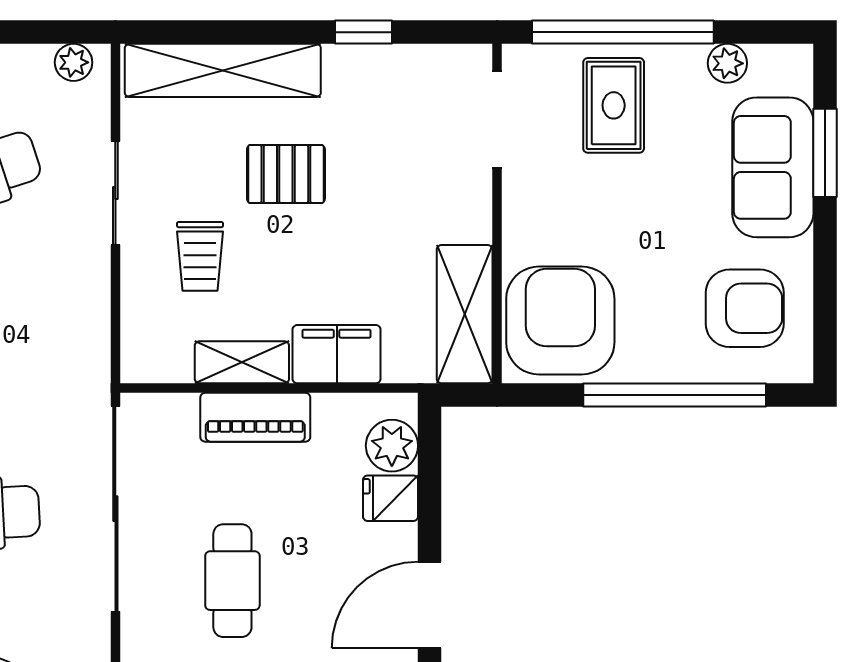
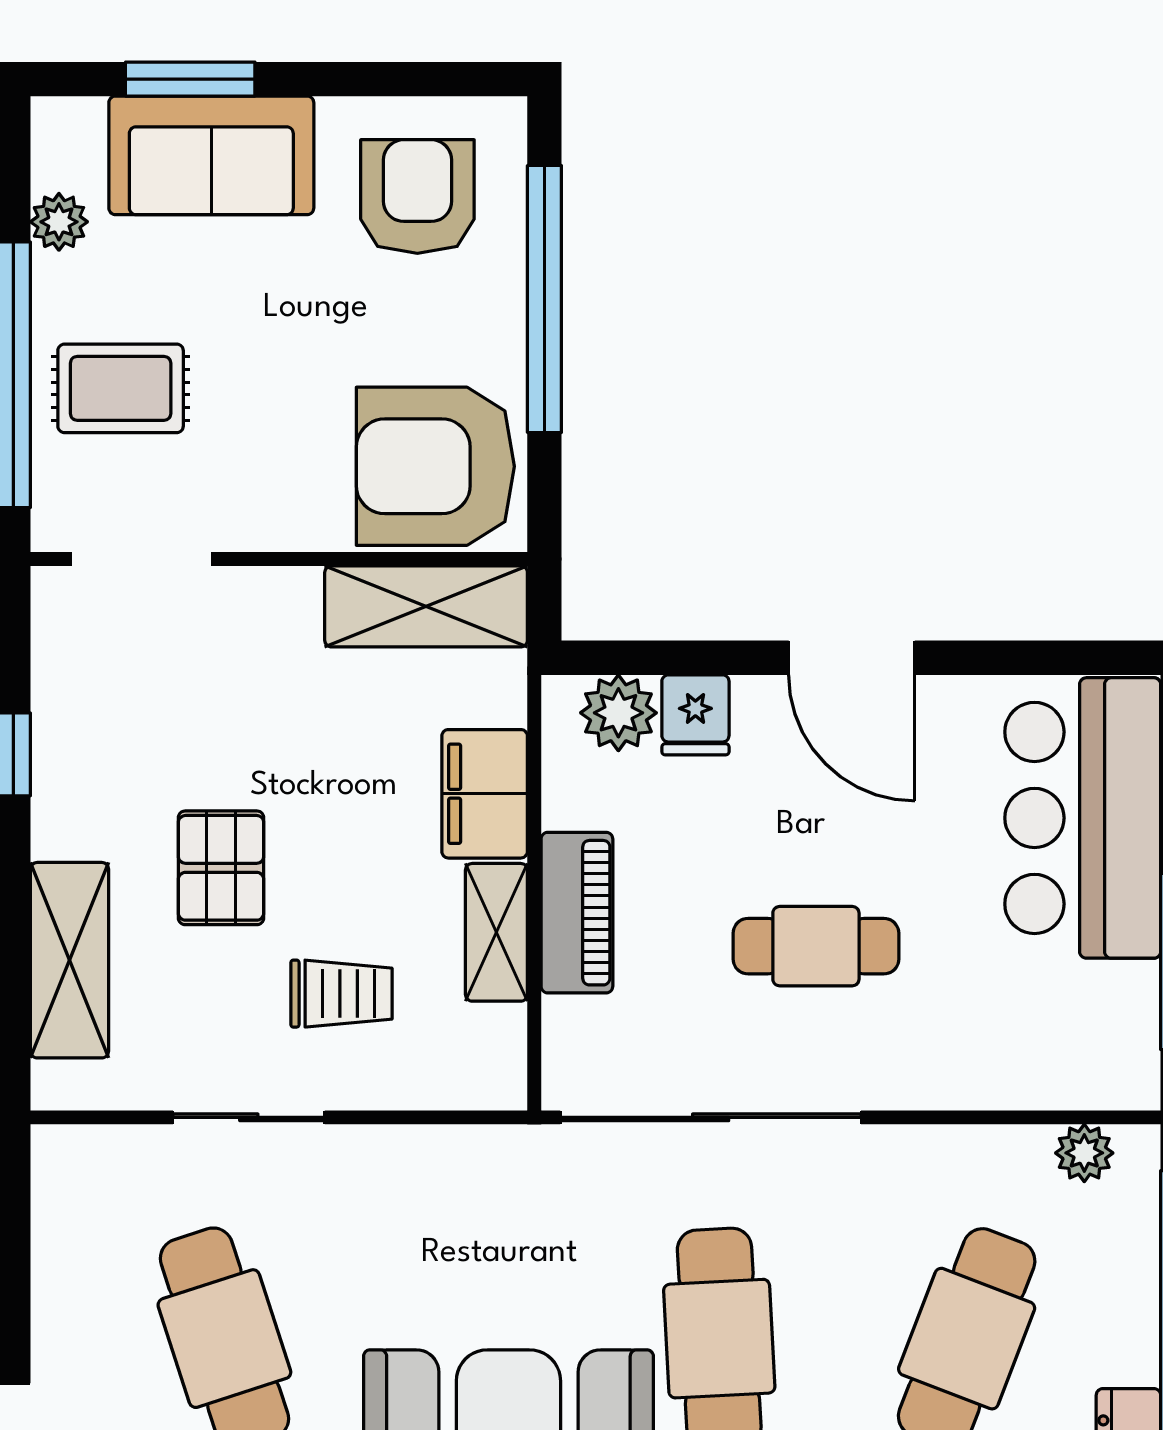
plant: (74, 62) -> (58, 1179), removed
shelving: (223, 70) -> (69, 960), width x0.68

